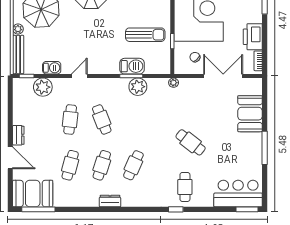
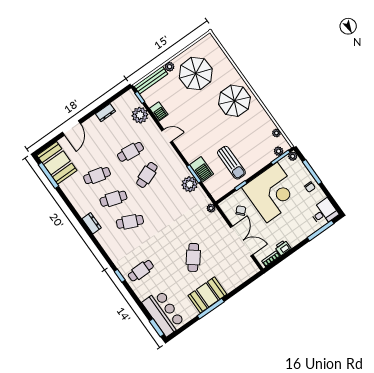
printer: (253, 37) -> (283, 248), width x0.53, depth x0.68
booth: (250, 114) -> (207, 295), moved
dresser: (18, 135) -> (106, 113), moved
cafe table: (191, 142) -> (193, 257), moved

